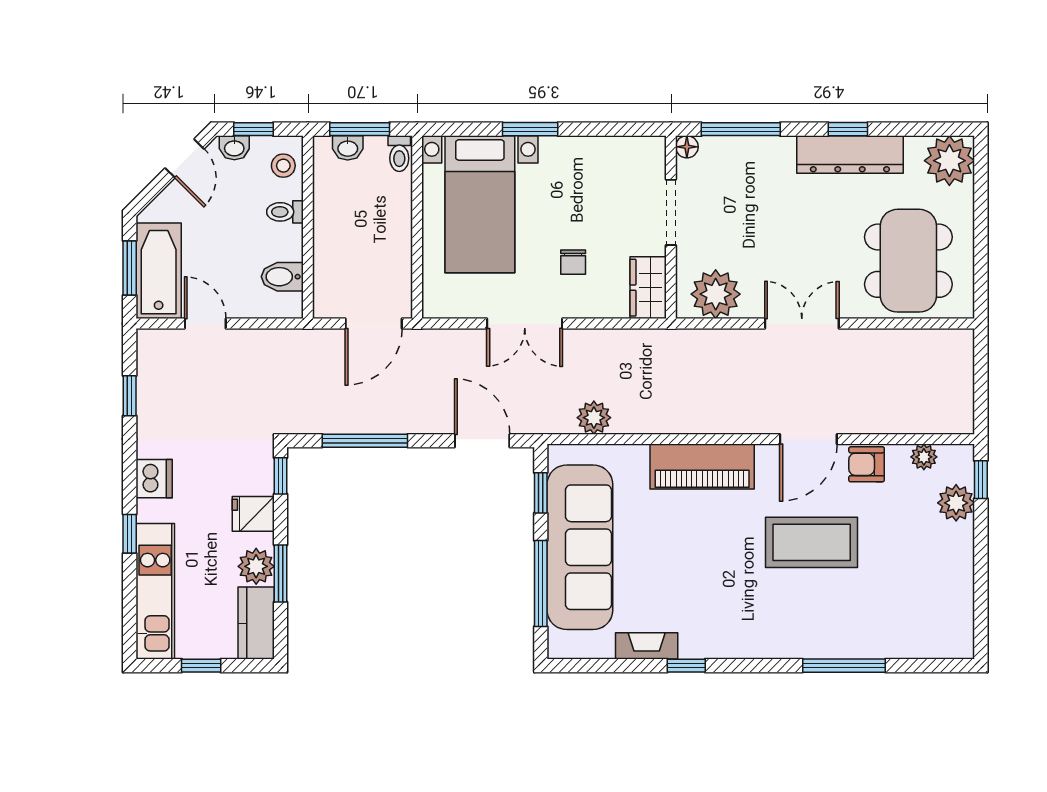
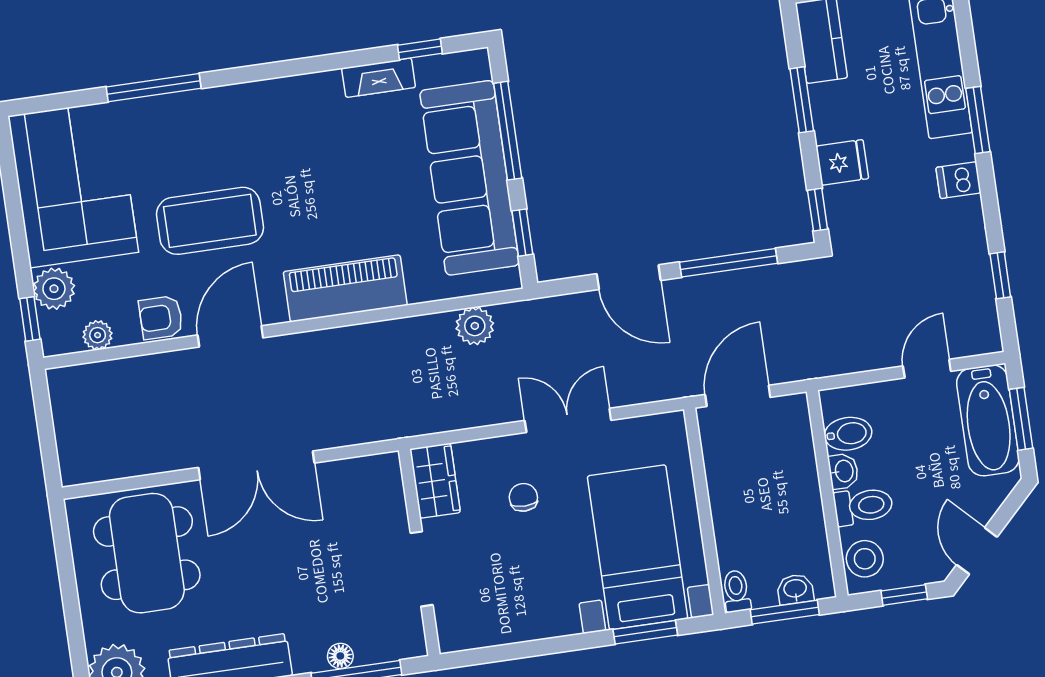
window: (530, 129) -> (645, 632), moved
floor lamp: (687, 147) -> (340, 656), moved
washbasin: (234, 148) -> (843, 471), moved, turned 90
stool: (283, 166) -> (865, 559), width x1.37, depth x1.37
toilet: (285, 212) -> (863, 506), width x1.37, depth x1.39
plant: (716, 294) -> (358, 484), removed
door: (205, 323) -> (927, 369), swing flipped
double door: (802, 323) -> (256, 465), width x1.37
door: (482, 441) -> (629, 277), moved
armchair: (867, 464) -> (161, 318), turned 180
dishwasher: (154, 479) -> (958, 180), width x0.73
window: (130, 534) -> (978, 120), width x1.50
plant: (256, 566) -> (830, 104), removed
corner sofa: (926, 591) -> (73, 184), added
window: (686, 666) -> (420, 49), moved

